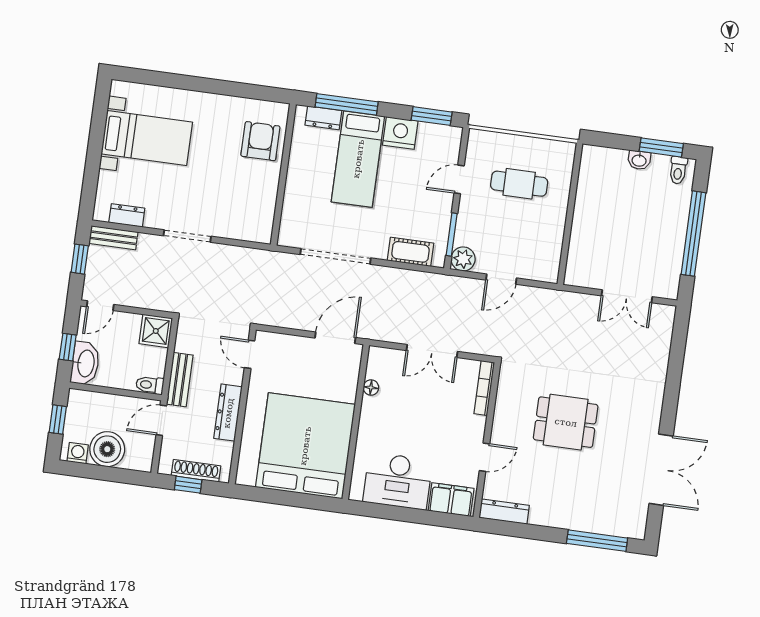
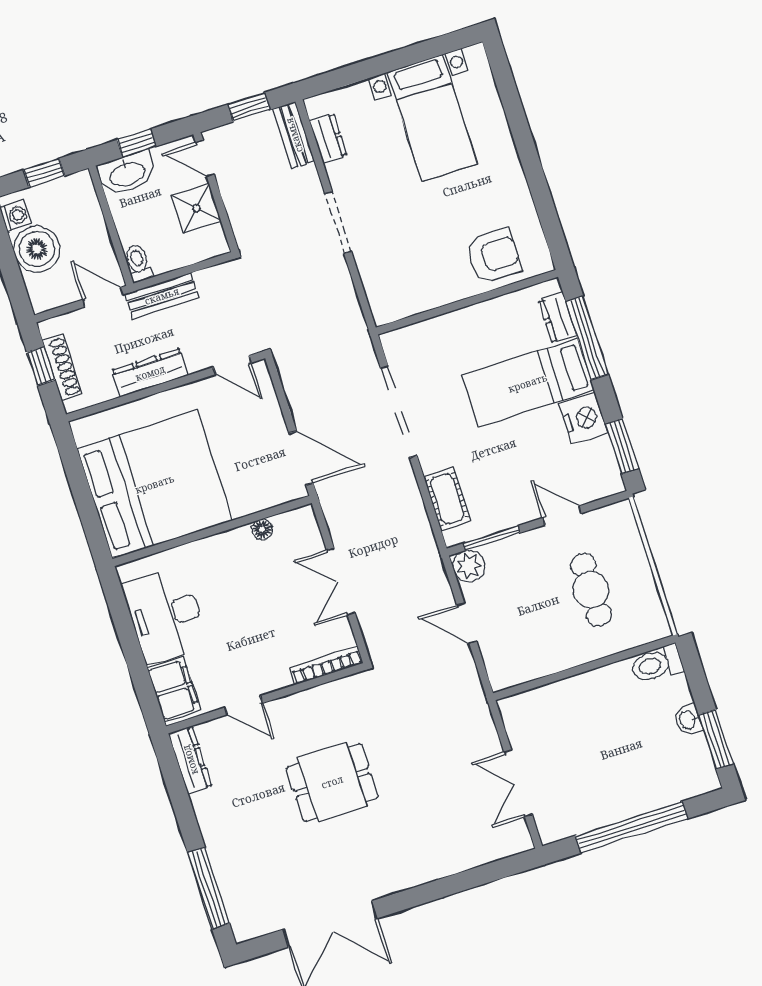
toilet: (678, 170) -> (657, 664), moved, width x1.37, depth x1.39
shower: (156, 331) -> (196, 208), moved
door: (250, 354) -> (232, 365), swing flipped
dining table: (566, 422) -> (332, 782), turned 90

